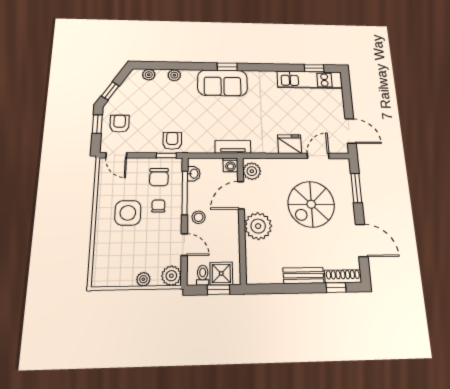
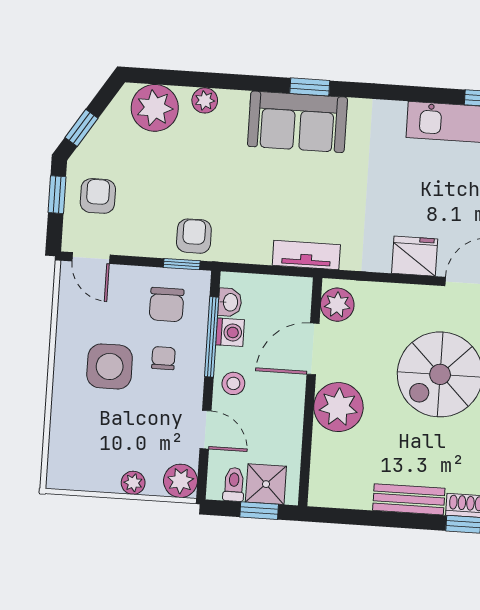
plant: (149, 75) -> (155, 108), width x1.87, depth x1.87
washing machine: (230, 165) -> (230, 332), moved, turned -90

